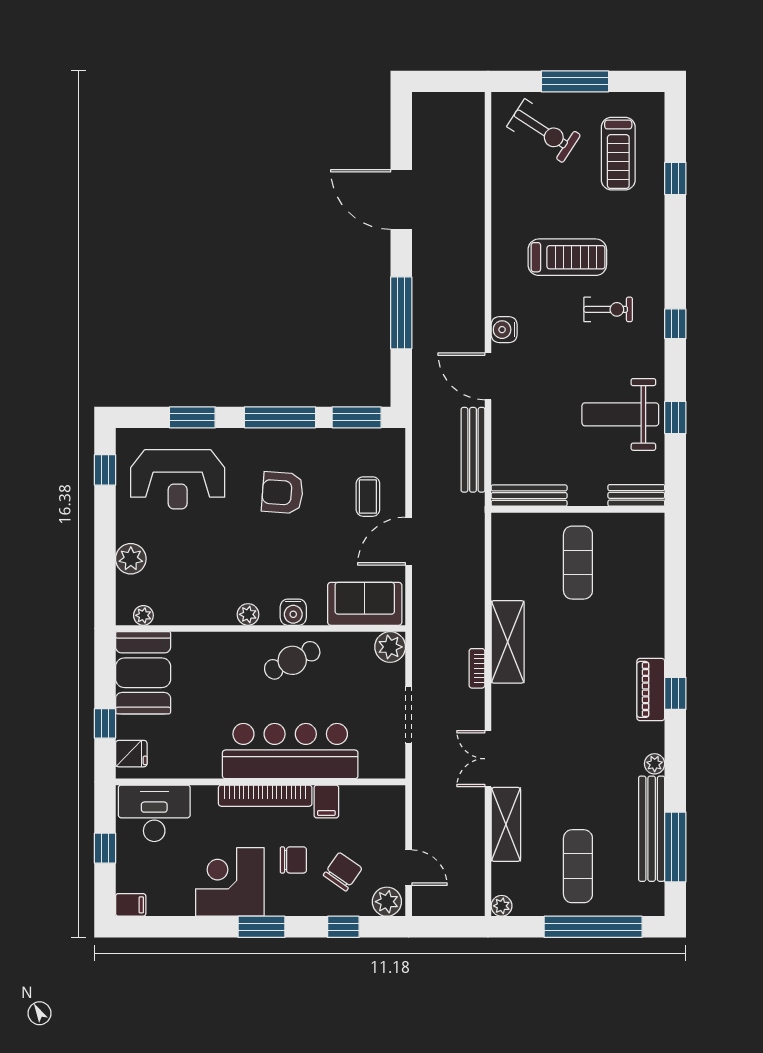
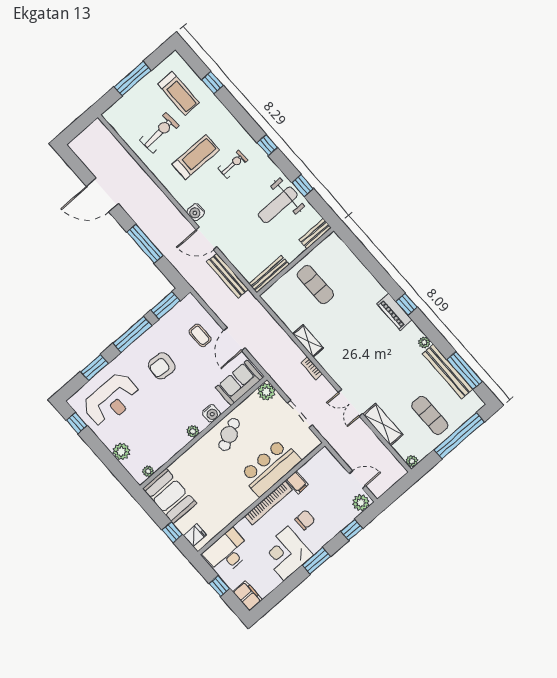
exercise bike: (544, 131) -> (159, 133), moved, turned -38
shelving: (508, 642) -> (308, 341), width x0.67, depth x0.75
bar counter: (290, 751) -> (270, 467), width x0.73
chair: (343, 872) -> (331, 506), removed
filing cabinet: (131, 905) -> (248, 596), width x2.00

